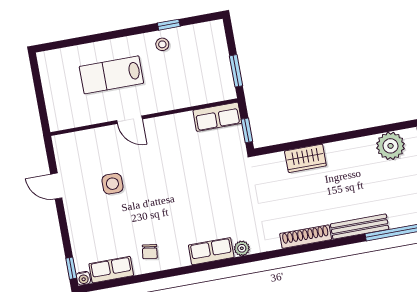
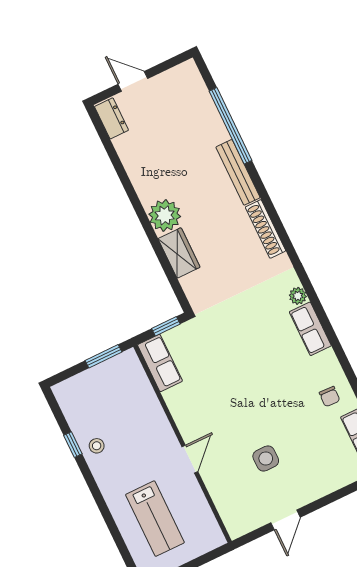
lab bench: (111, 75) -> (155, 519), moved
plant: (391, 146) -> (165, 215), moved
chair: (150, 252) -> (330, 397), turned 84

